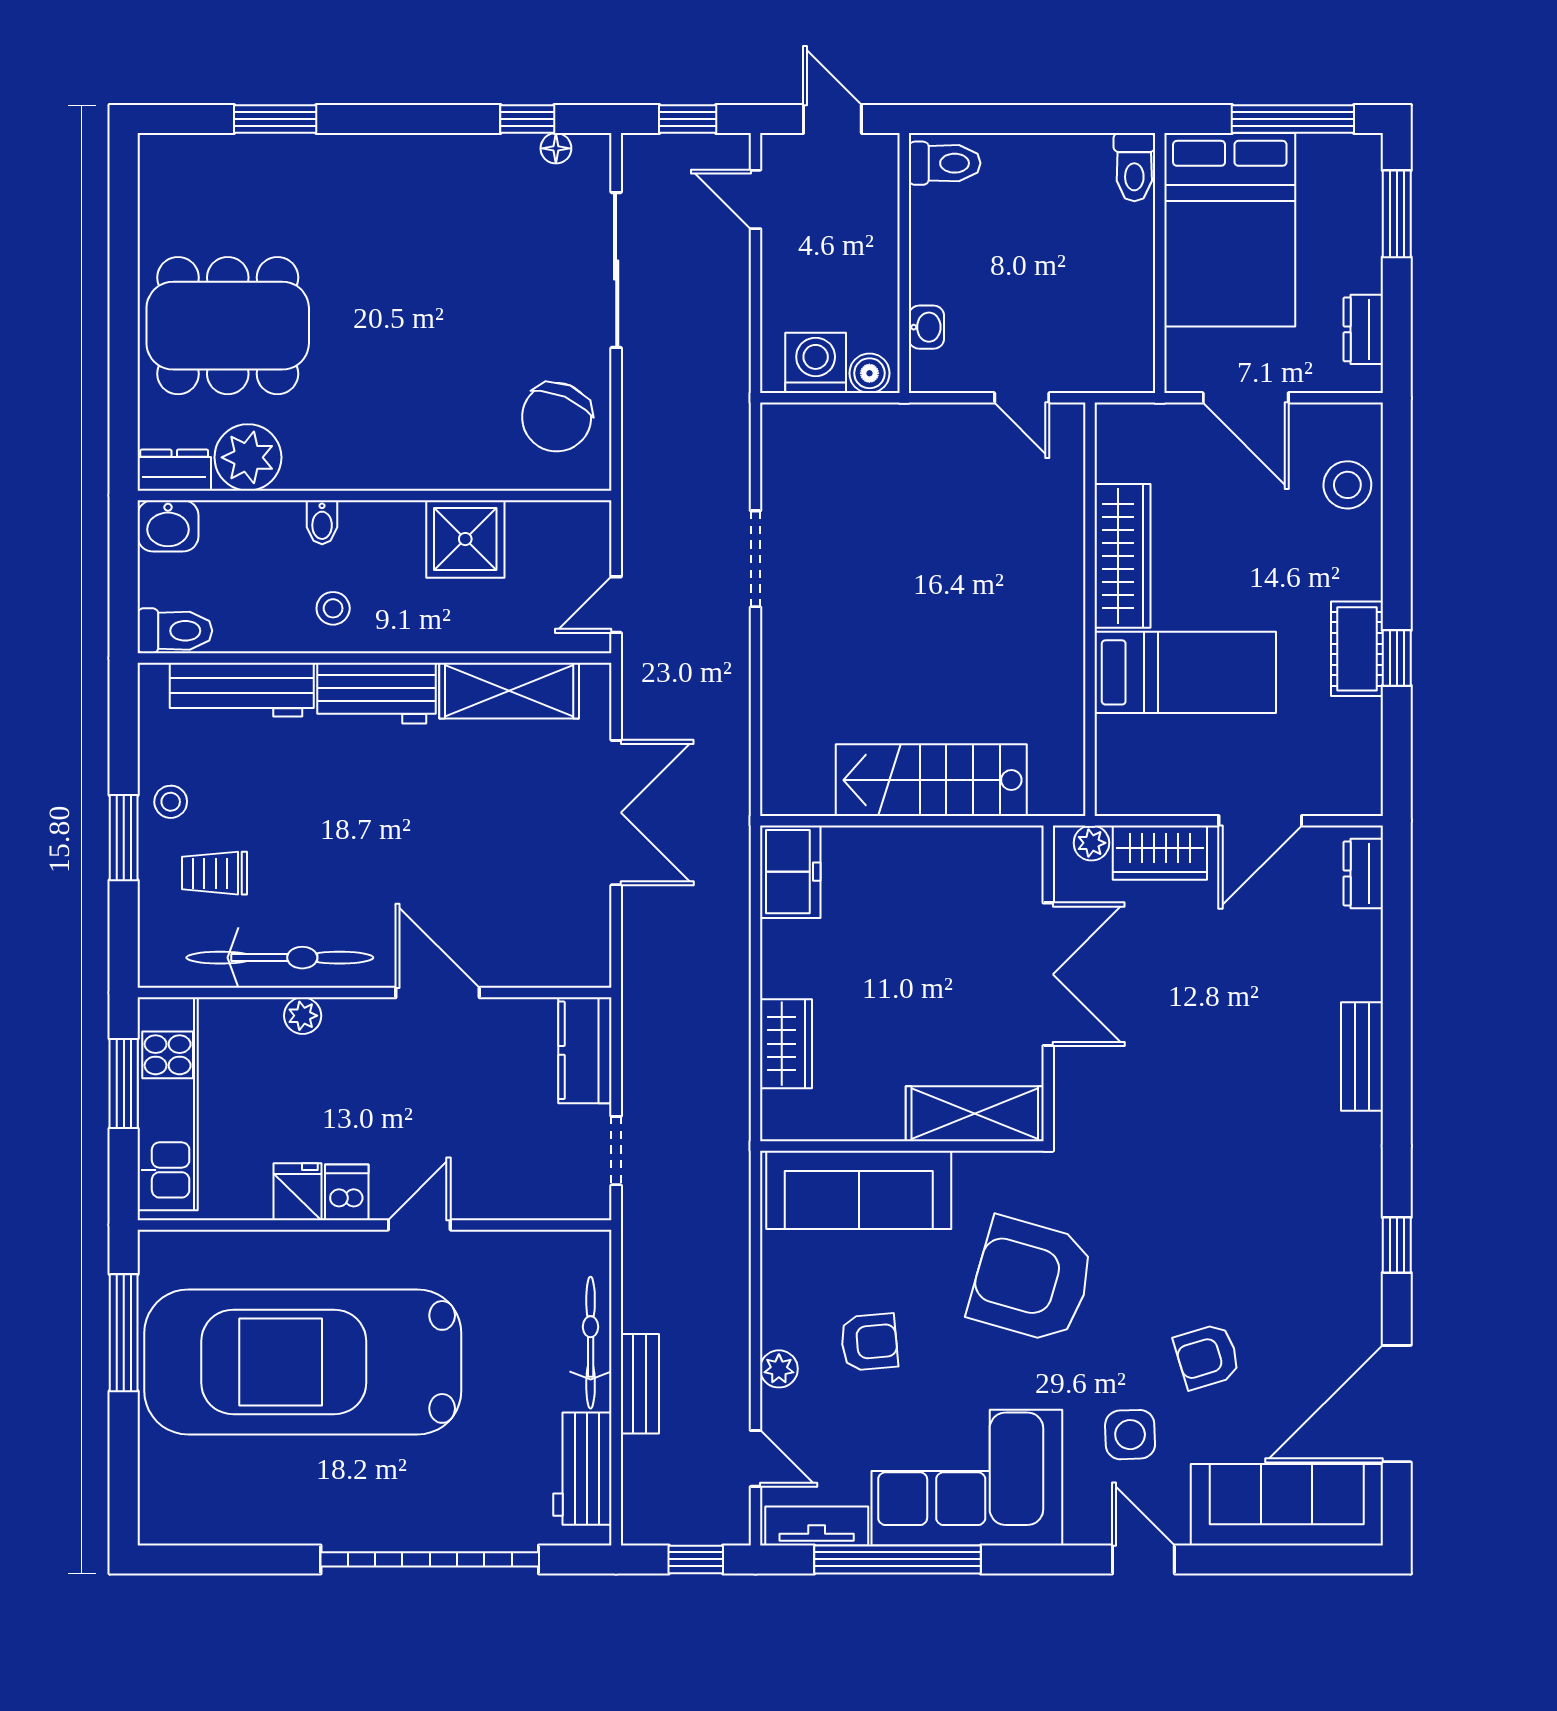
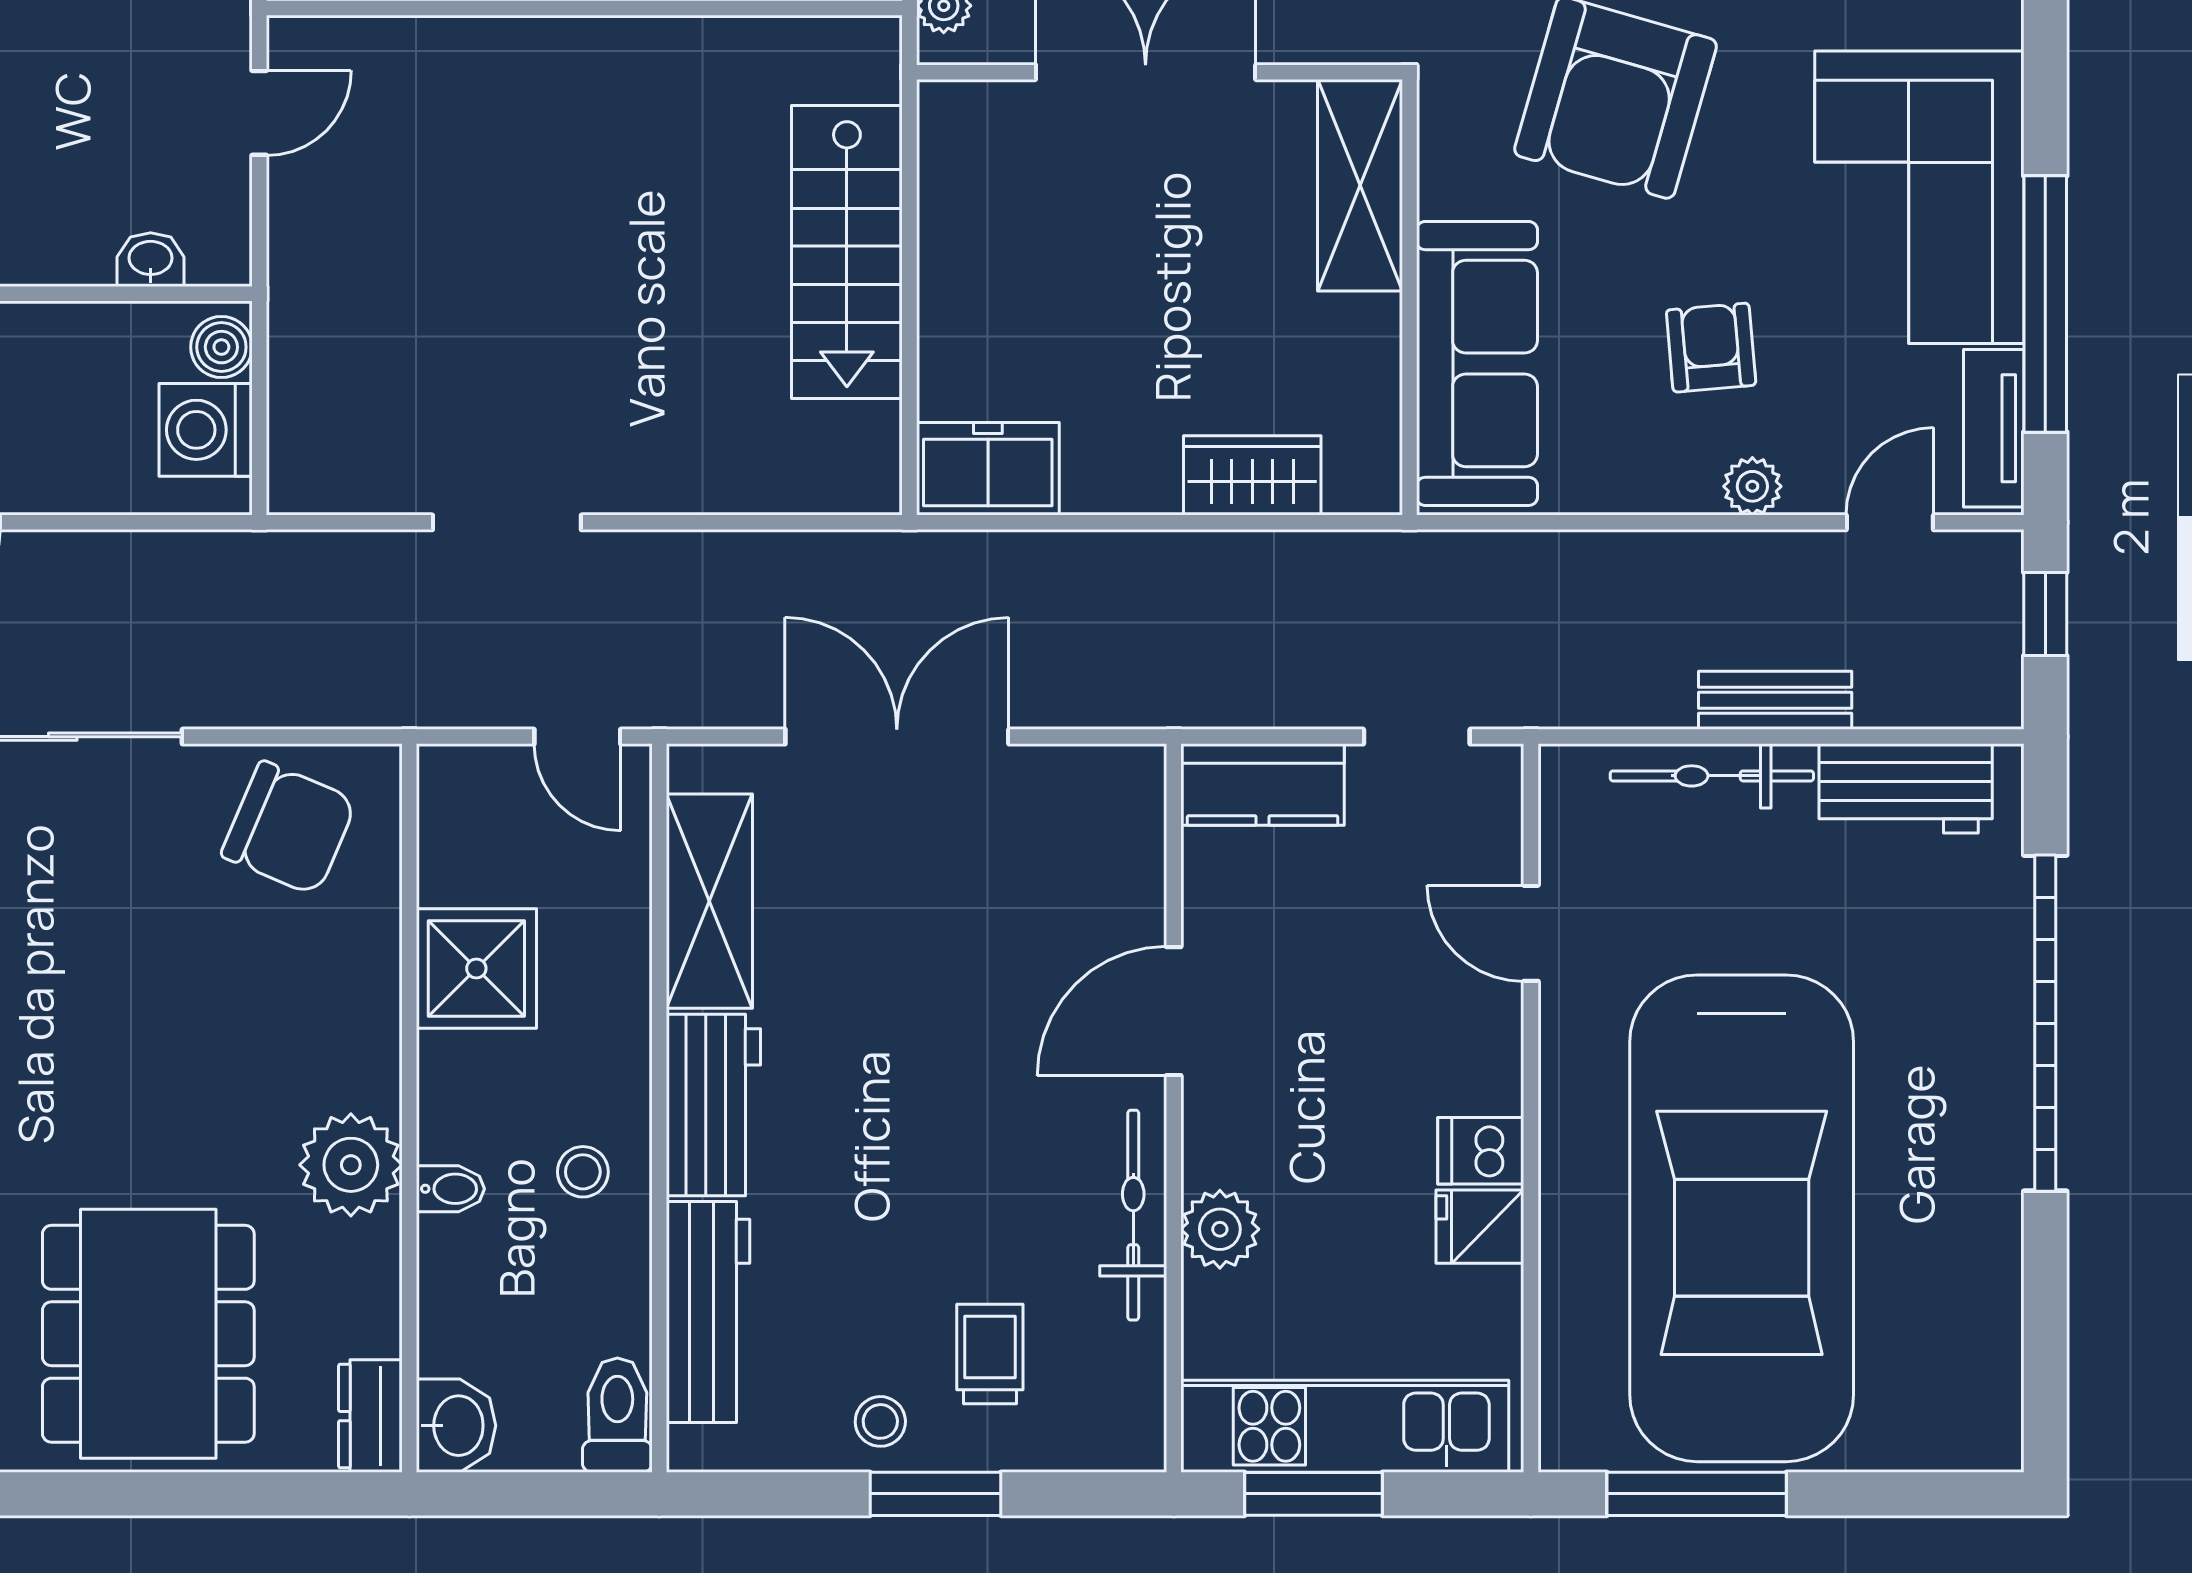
plant: (248, 457) -> (351, 1165), moved
trolley: (215, 873) -> (990, 1354), turned 180
bicycle: (280, 958) -> (1133, 1215), width x0.73, depth x0.71
plant: (303, 1016) -> (1220, 1229), width x1.38, depth x1.38
door: (419, 1225) -> (1531, 933), moved

